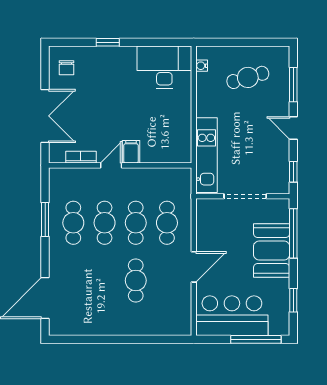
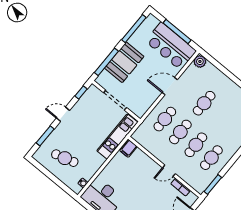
door: (293, 128) -> (63, 114), swing flipped
filing cabinet: (131, 152) -> (128, 149), moved
window: (45, 220) -> (213, 184), moved
window: (293, 300) -> (134, 29), width x2.17
plant: (182, 326) -> (200, 61), added
window: (256, 339) -> (177, 32), moved

